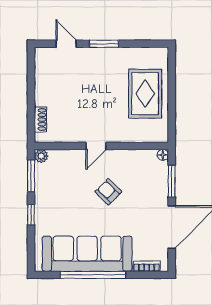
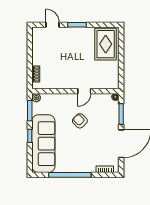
rug: (145, 94) -> (106, 44), moved
door: (96, 146) -> (84, 91), moved
sofa: (87, 254) -> (43, 144), moved, turned 90

